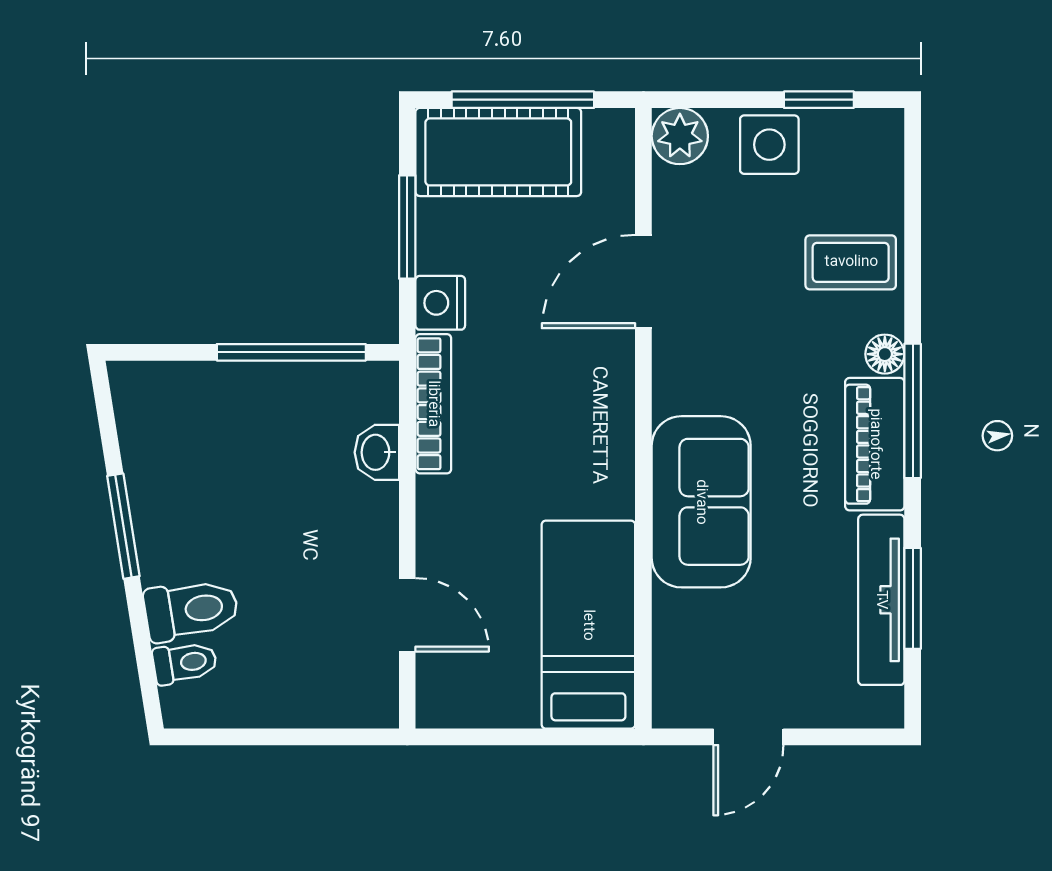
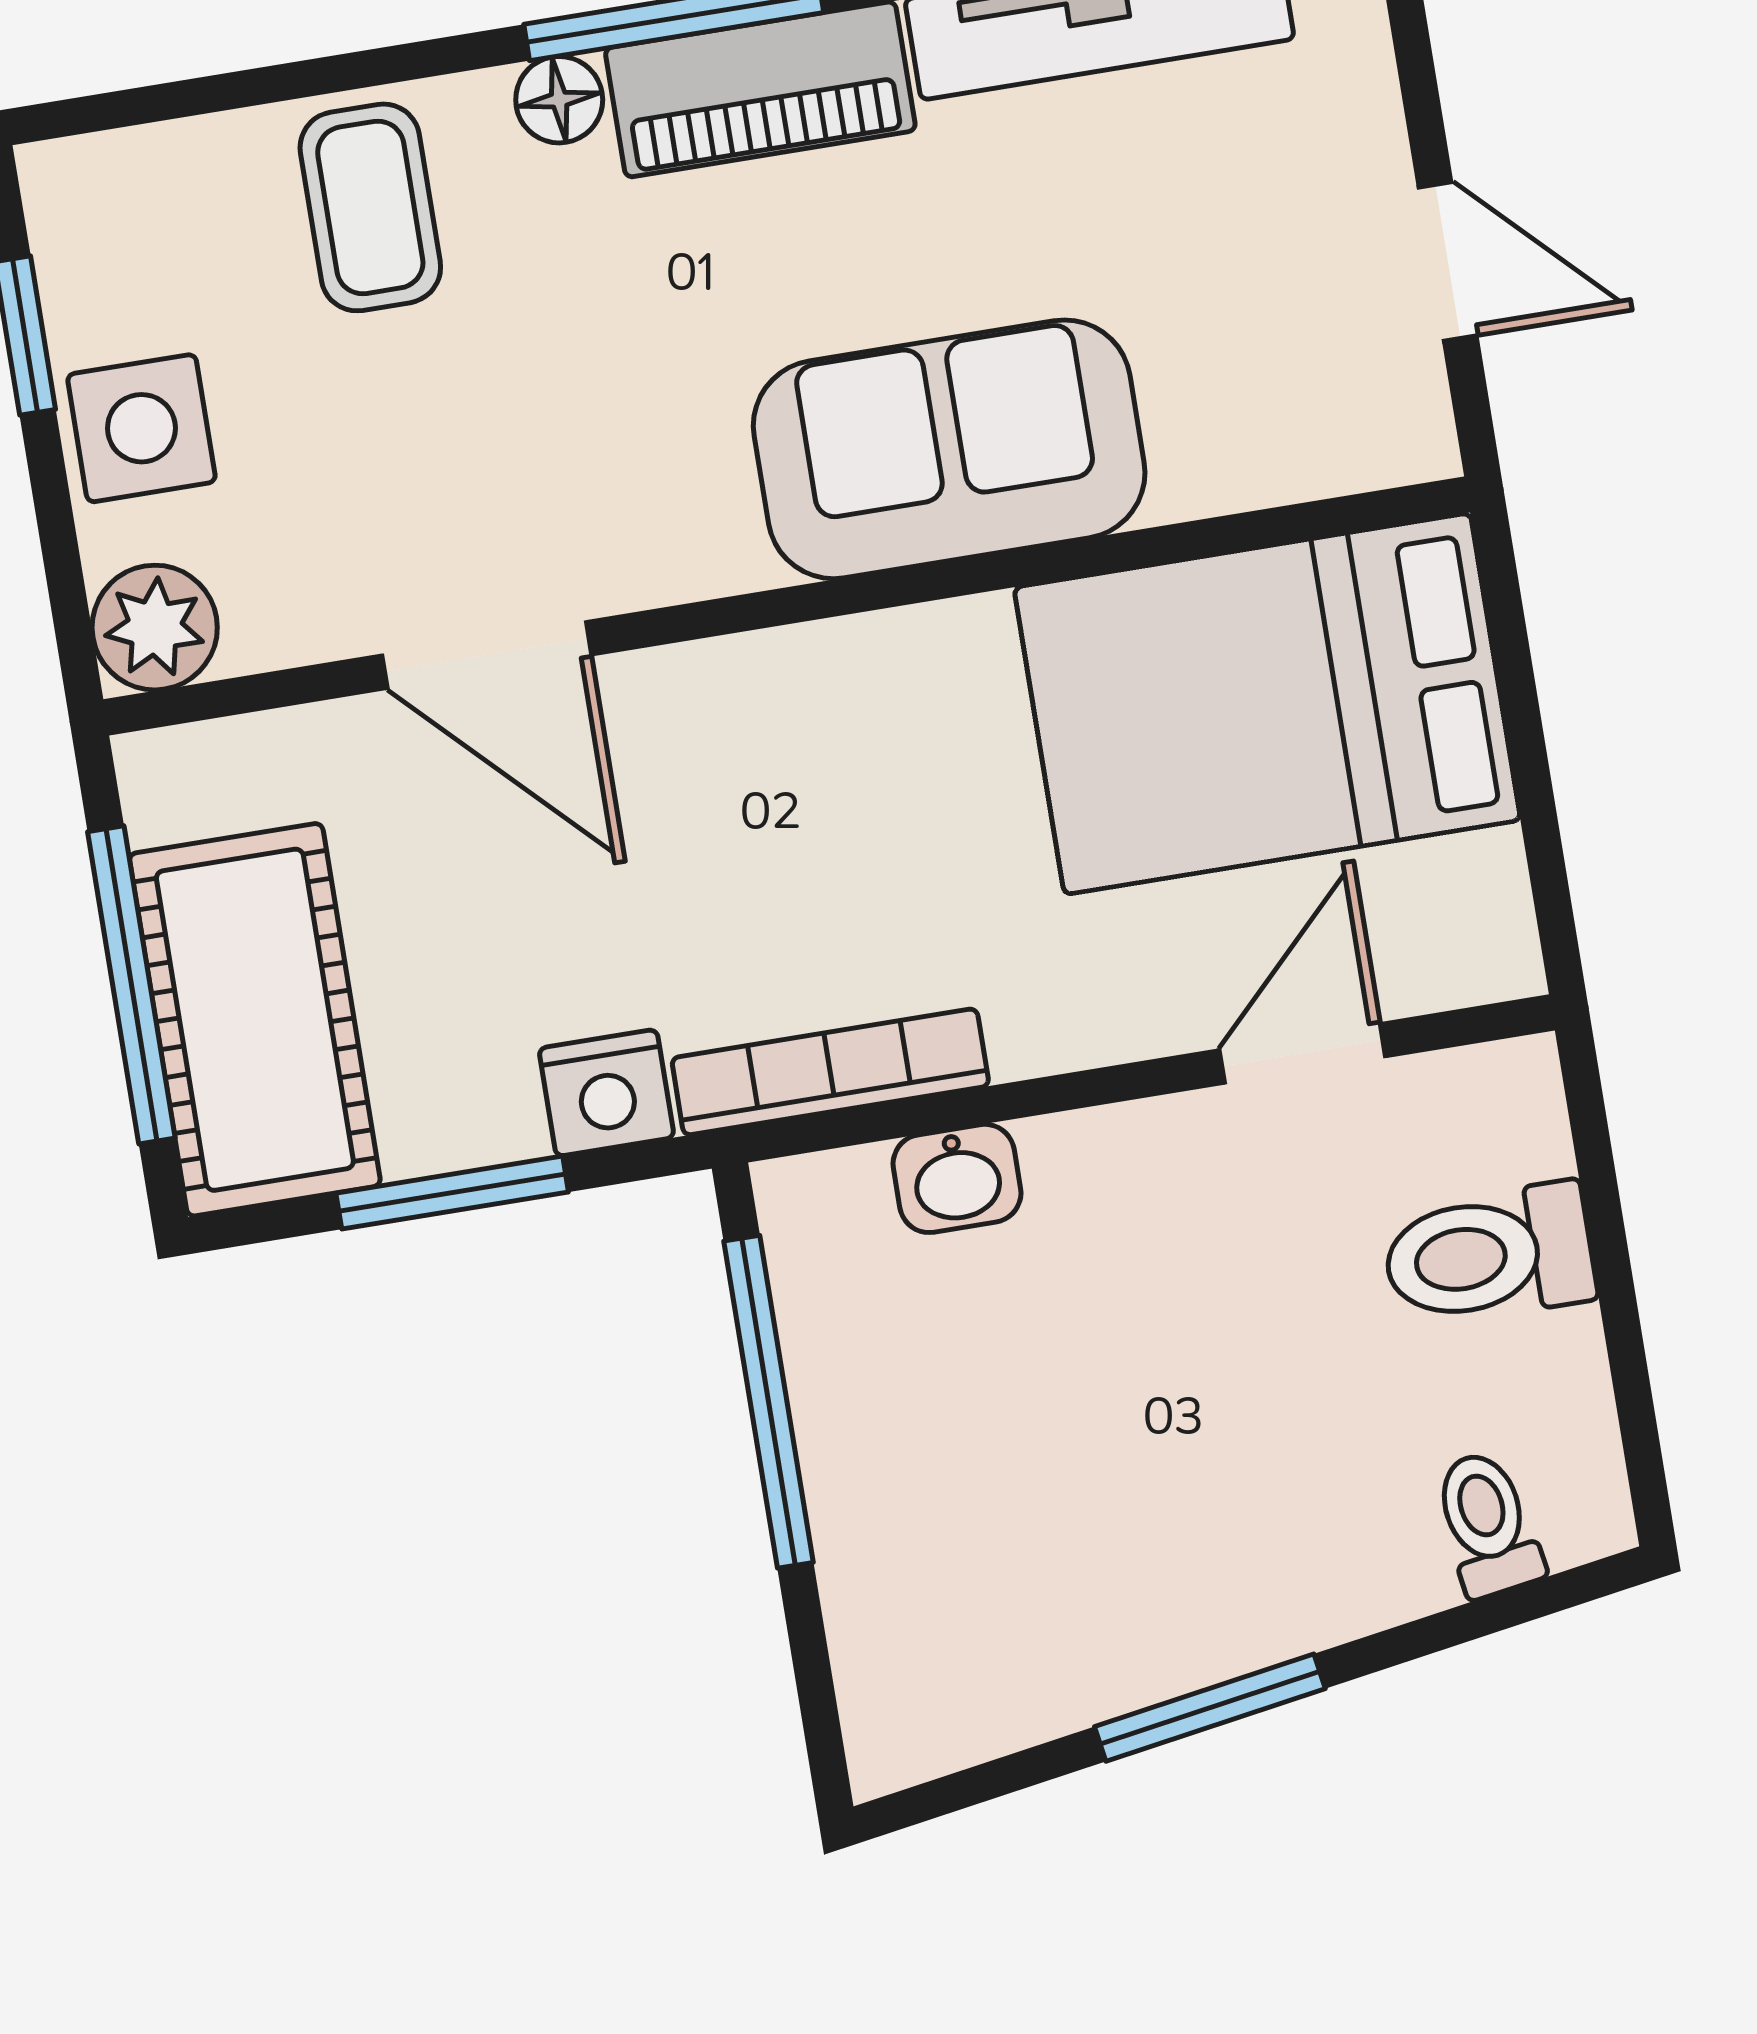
toilet: (191, 610) -> (1489, 1255), moved, turned -81
bed: (588, 625) -> (1267, 704), width x1.50

